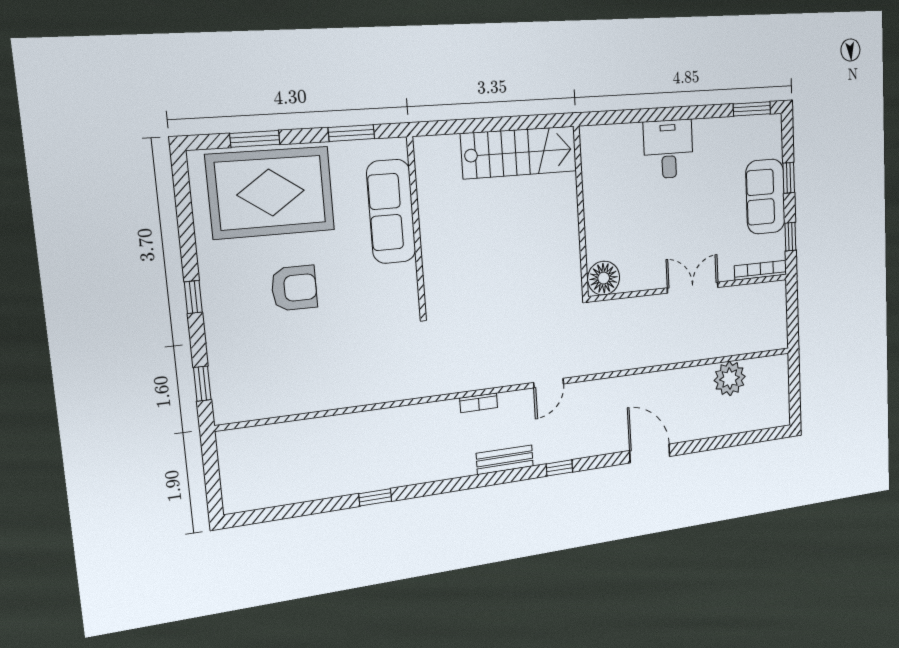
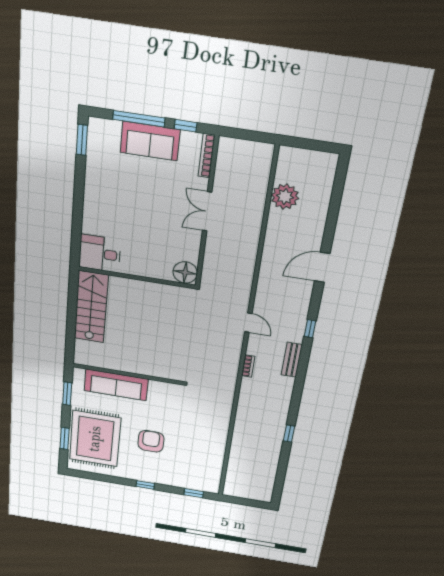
desk: (668, 149) -> (100, 254), moved
window: (789, 178) -> (139, 119), width x2.17

